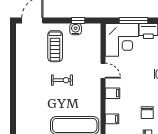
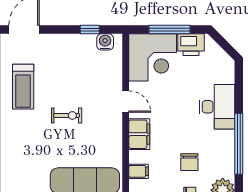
water cooler: (76, 29) -> (105, 42), moved
treadmill: (55, 46) -> (23, 87), moved
filing cabinet: (112, 93) -> (139, 134), width x2.00

